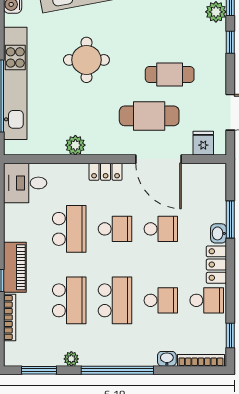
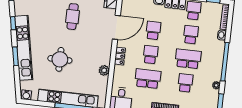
cafe table: (149, 116) -> (93, 30), removed
school desk: (69, 300) -> (185, 83), width x0.54

